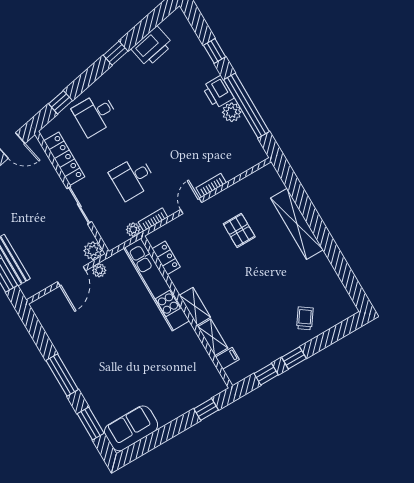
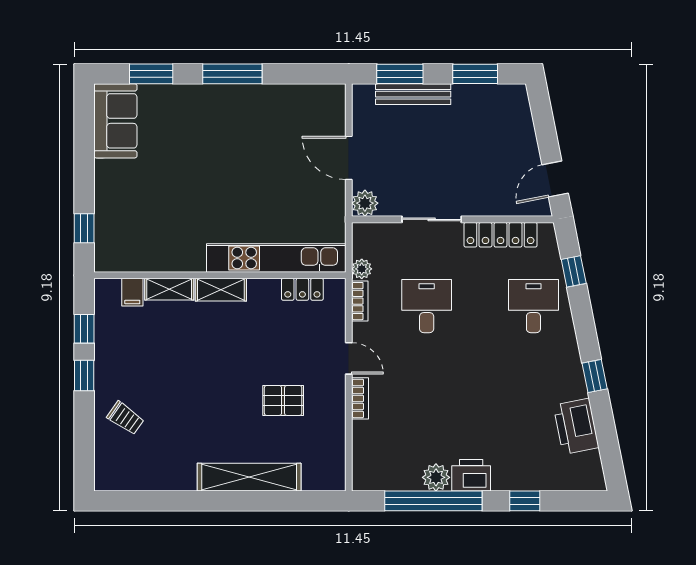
plant: (99, 270) -> (336, 197), removed

